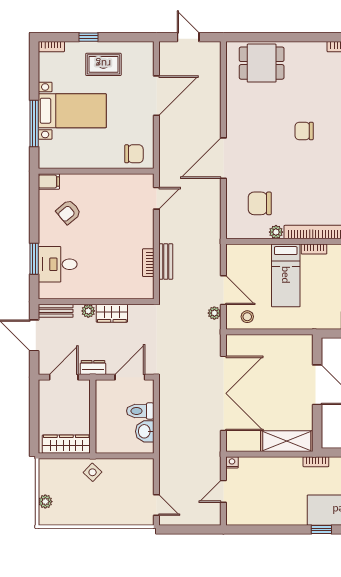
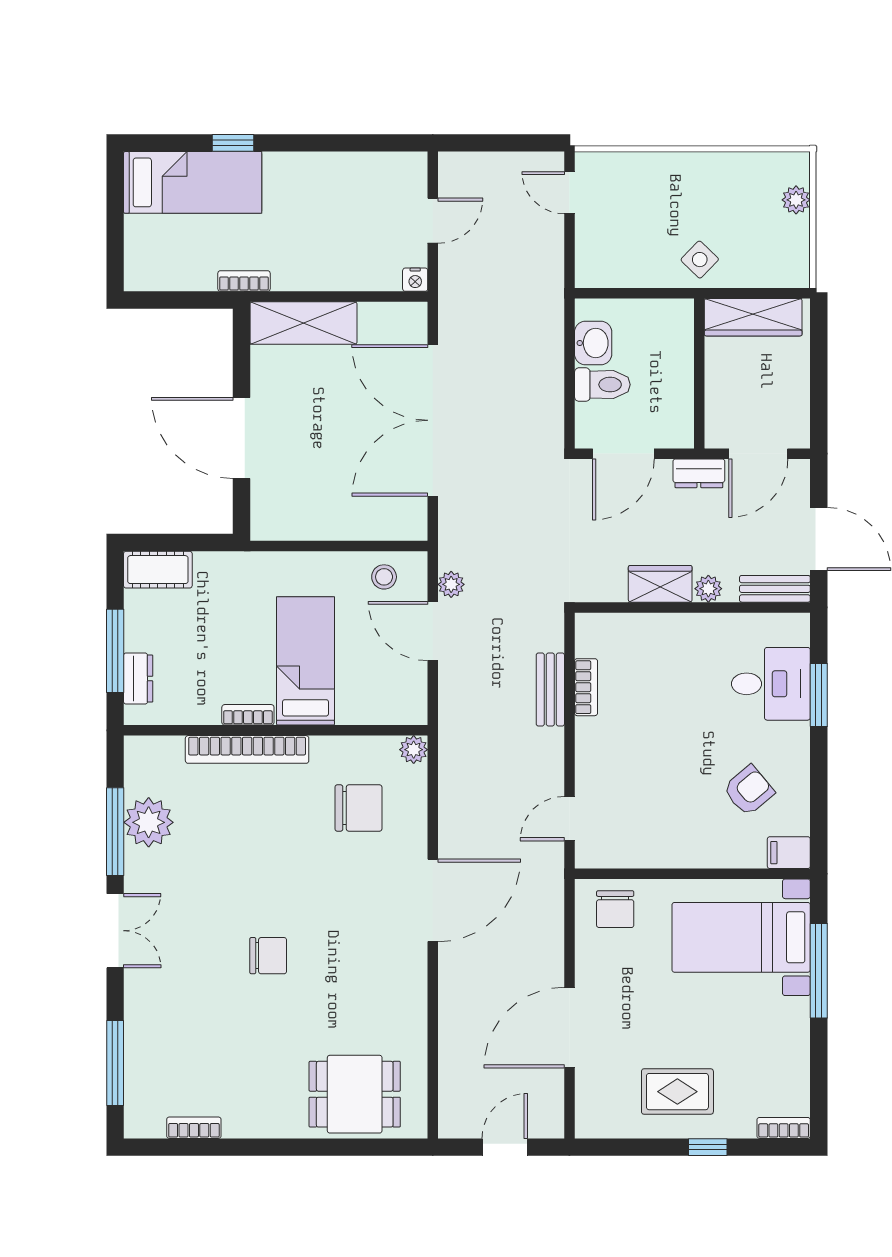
door: (188, 37) -> (505, 1147), swing flipped
bed with nightstands: (72, 111) -> (741, 937), moved
chair: (134, 154) -> (615, 909), turned -90
plant: (276, 232) -> (414, 750), moved

